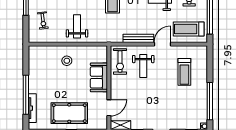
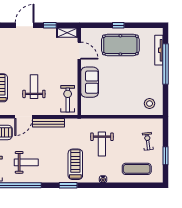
weight bench: (77, 26) -> (102, 144), moved
stool: (67, 61) -> (150, 104), moved
weight bench: (143, 66) -> (34, 87), moved
door: (109, 108) -> (79, 51), swing flipped

